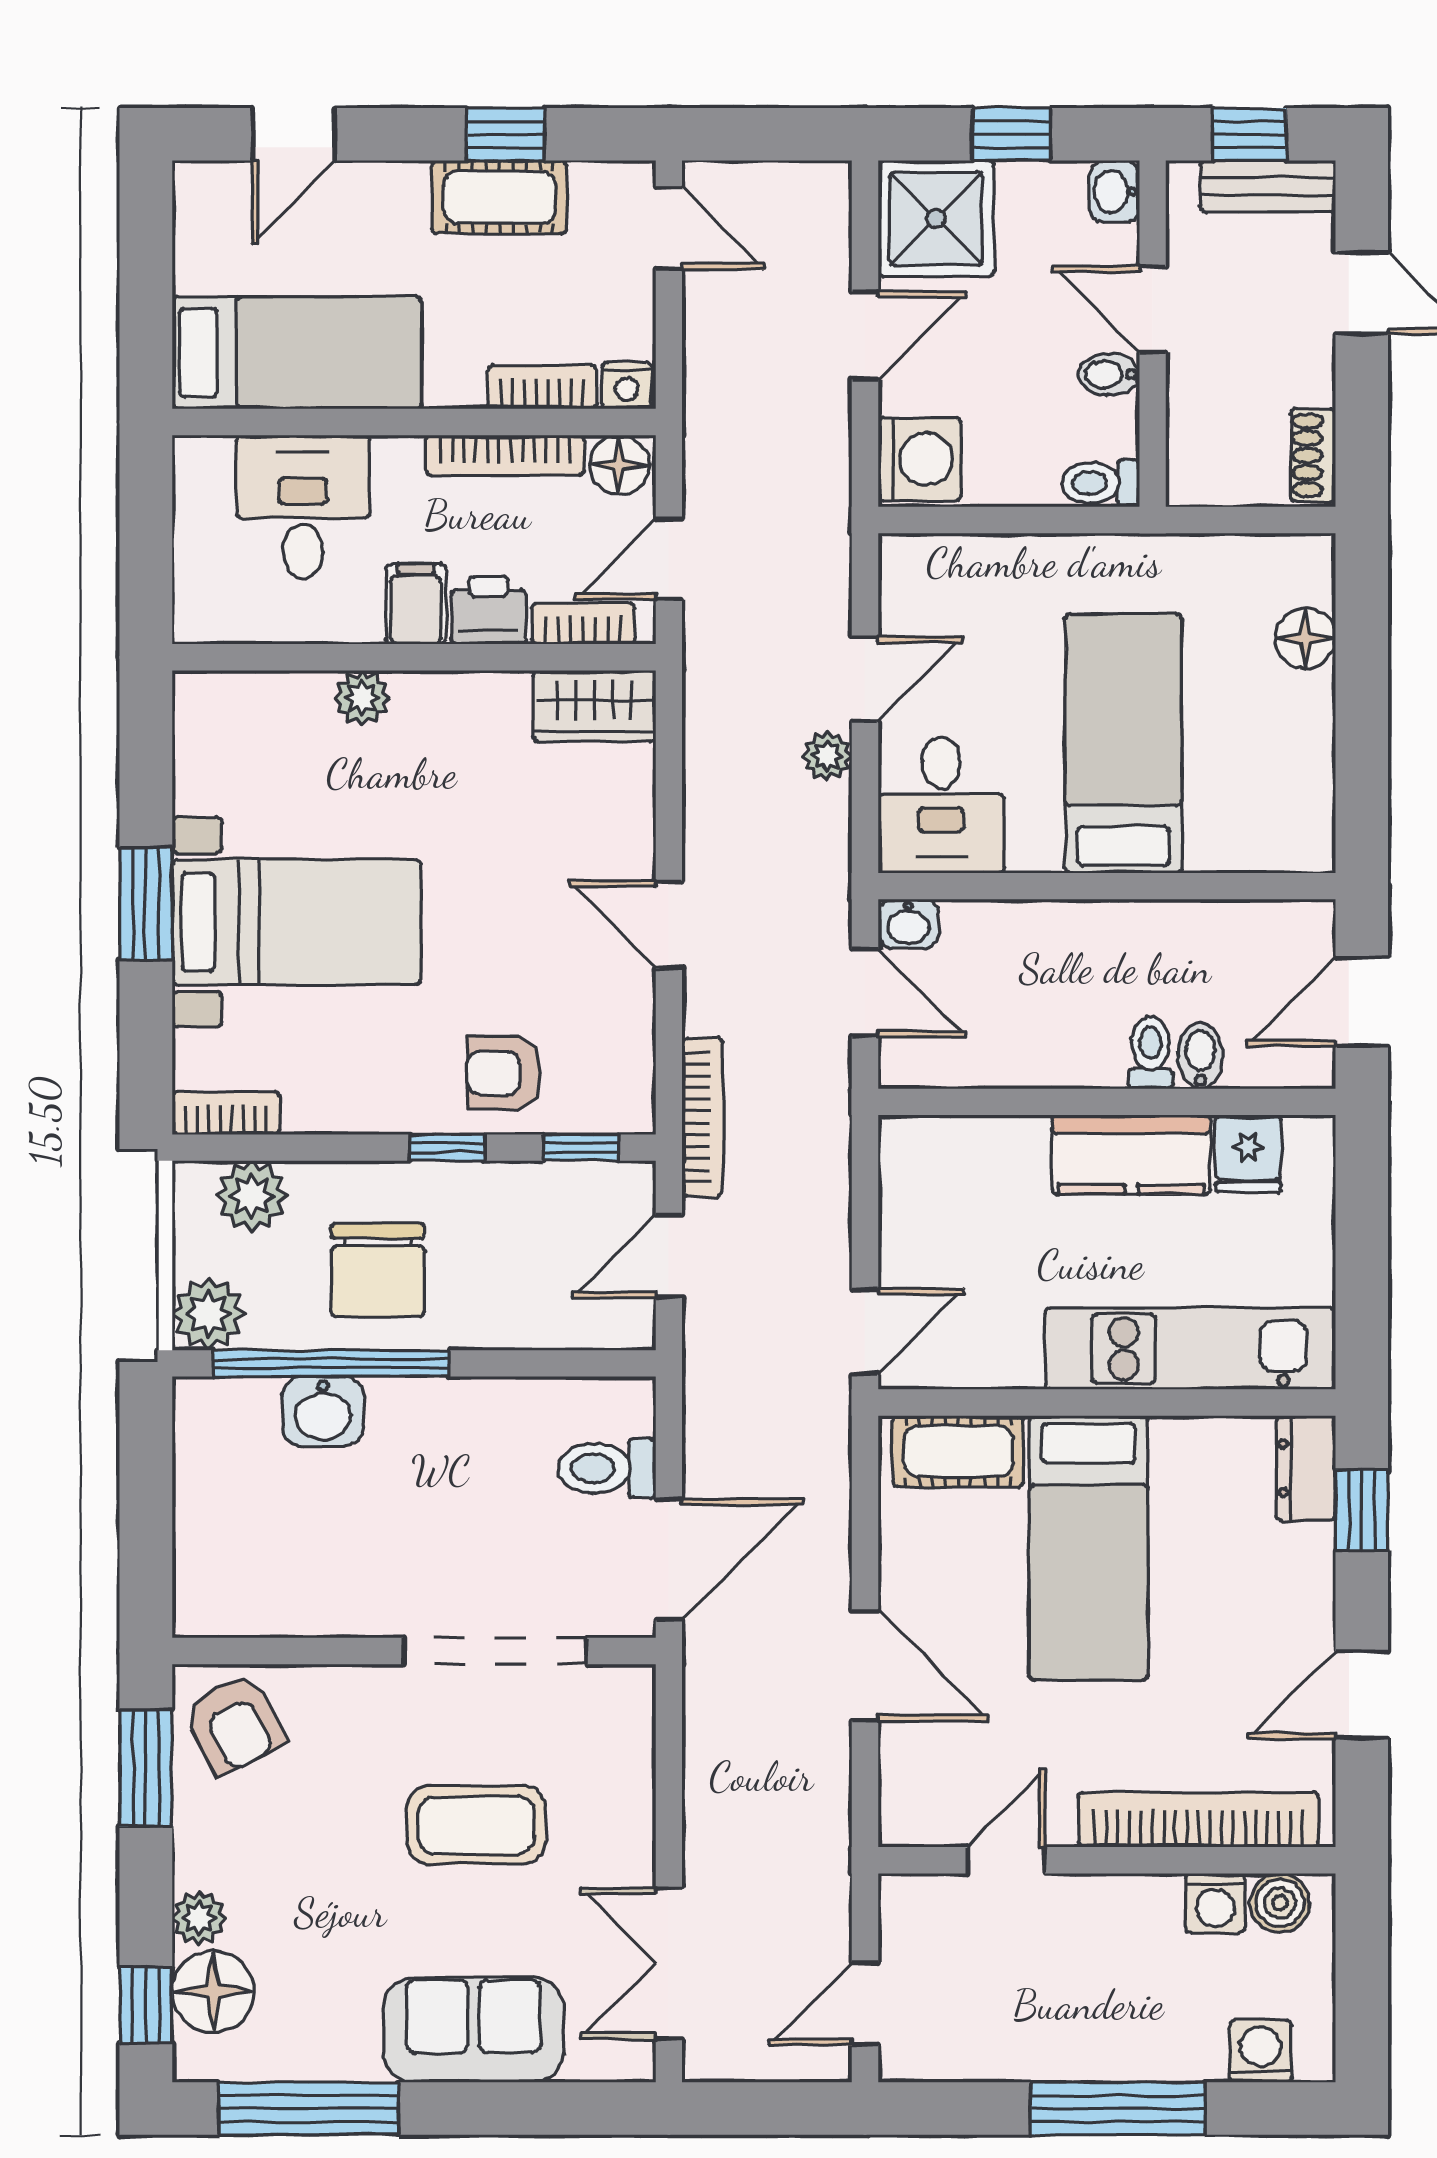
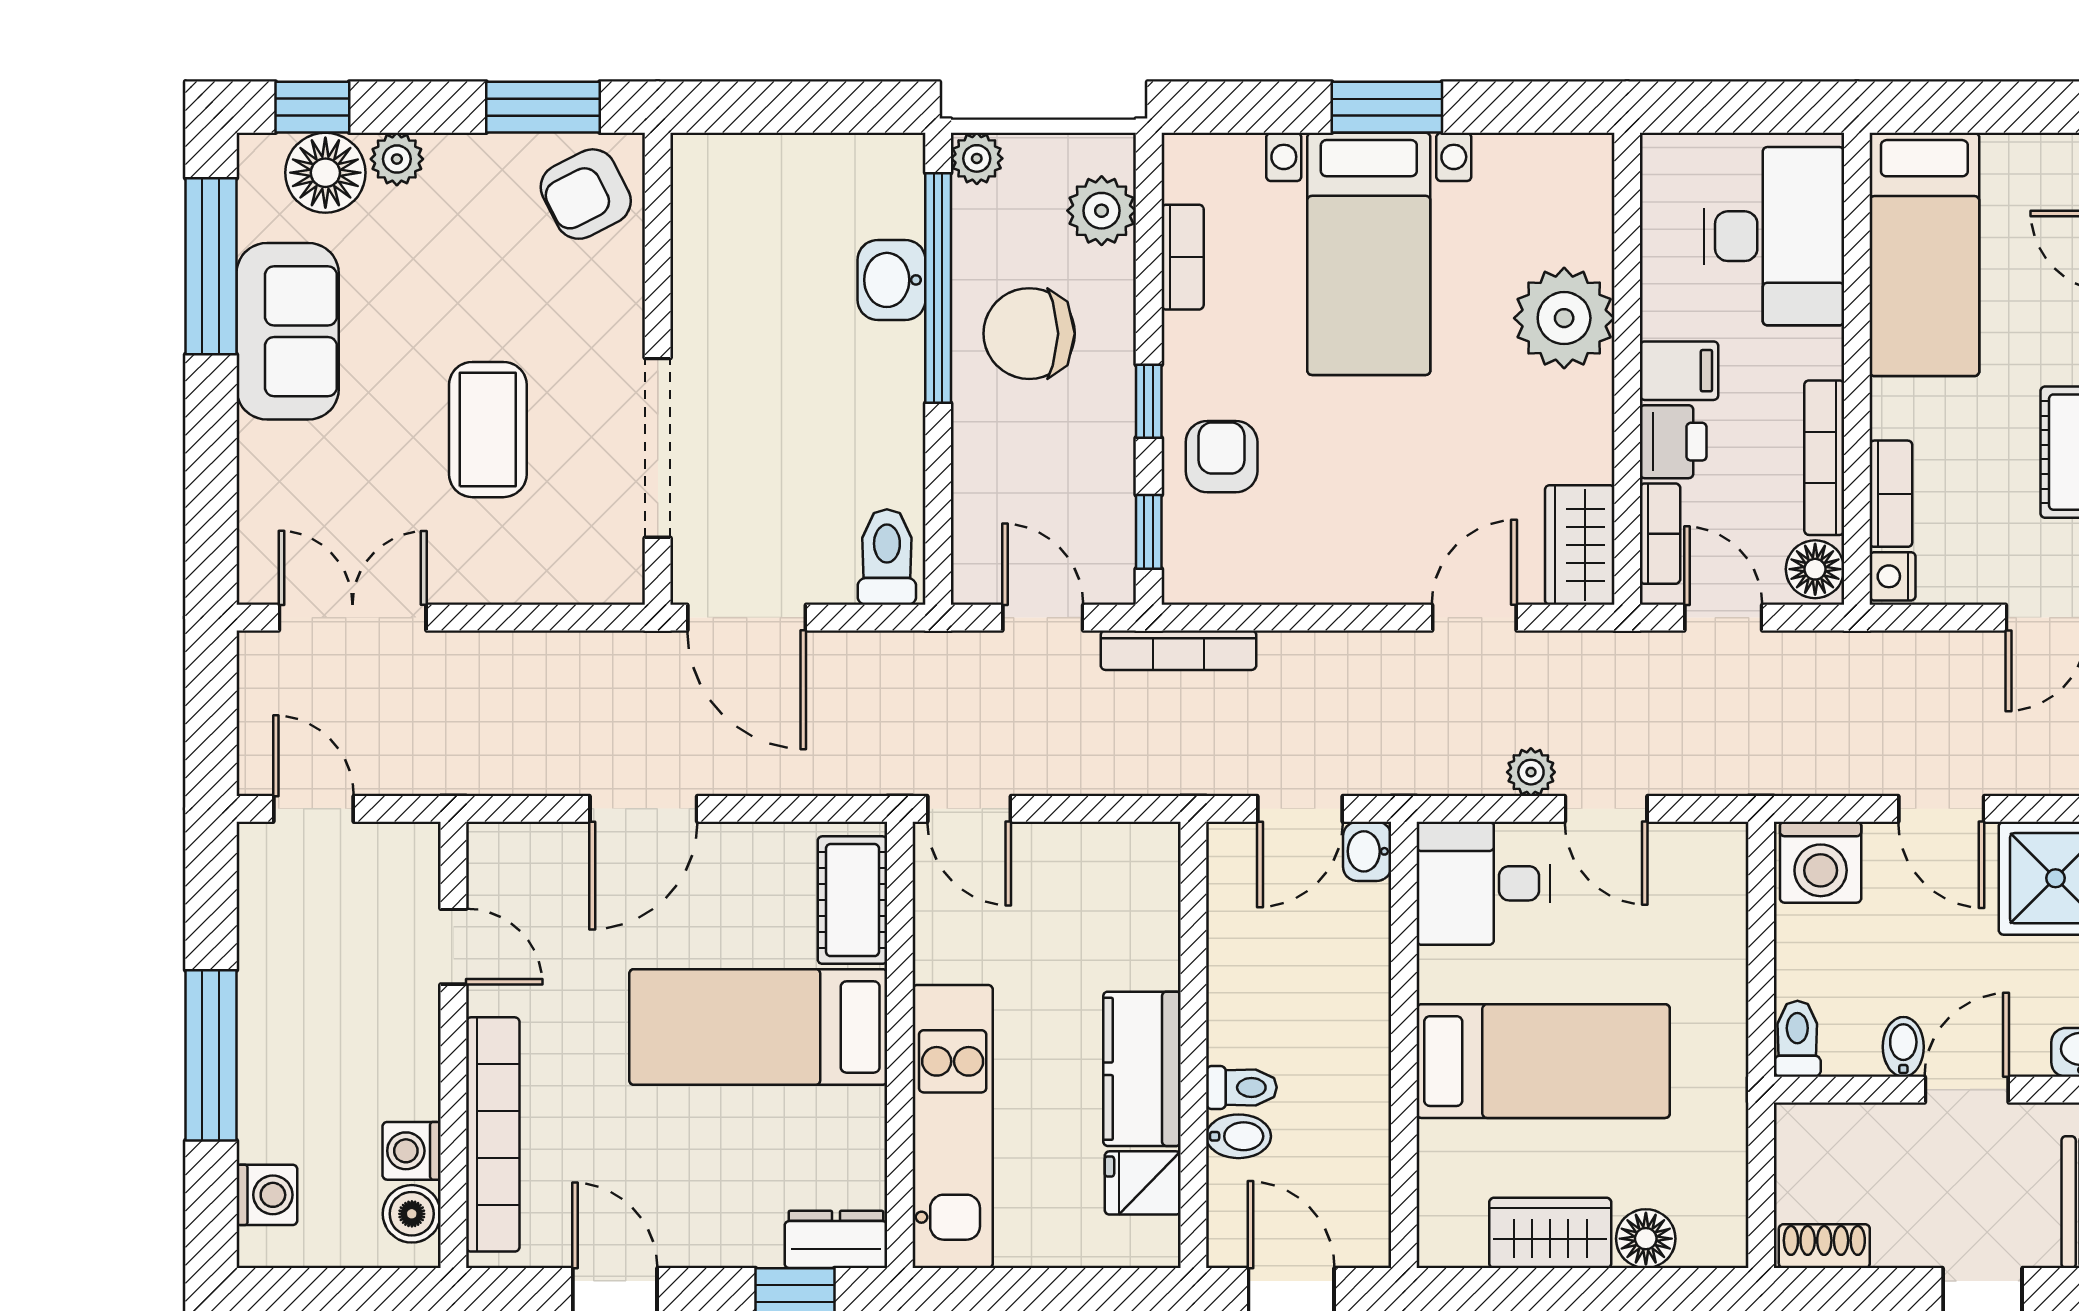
desk: (303, 507) -> (1774, 236), width x1.37
plant: (362, 698) -> (1564, 318), width x1.88, depth x1.88
wardrobe: (1300, 736) -> (1550, 1233), added
door: (669, 925) -> (1474, 618), moved
bookcase: (226, 1113) -> (1183, 257), moved
plant: (208, 1314) -> (977, 158), width x0.73, depth x0.73
toilet: (607, 1468) -> (887, 557), moved
sofa: (474, 2030) -> (288, 331), moved

